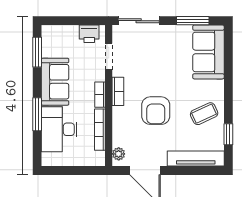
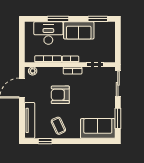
printer: (89, 34) -> (109, 52), removed

